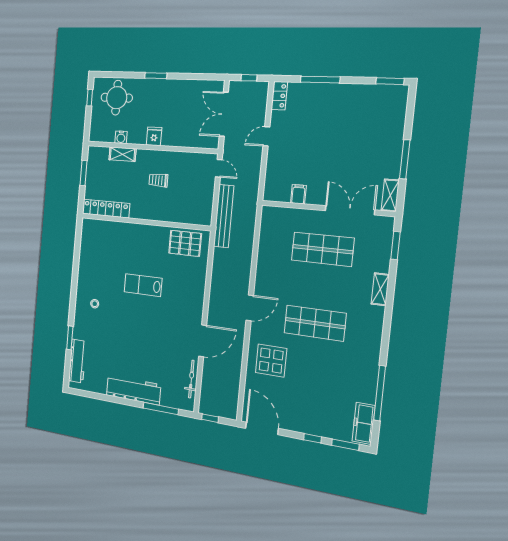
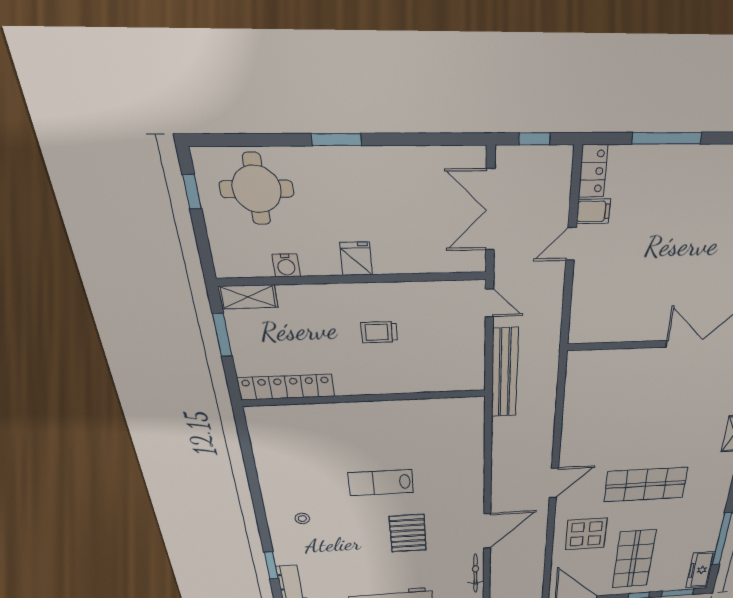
shelving: (122, 154) -> (248, 297), moved
filing cabinet: (298, 194) -> (593, 211), moved, turned 90
pallet: (185, 243) -> (408, 533), moved, turned 90
shop shelf: (323, 249) -> (634, 559), moved, turned 90

